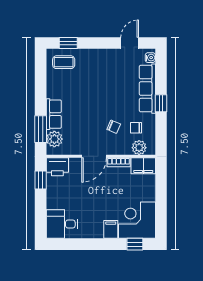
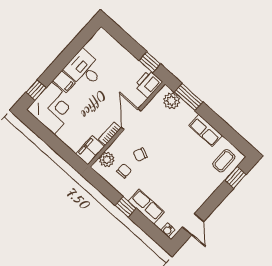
row of seats: (147, 89) -> (146, 206), width x0.68
row of seats: (54, 114) -> (206, 131), moved
desk: (62, 224) -> (84, 69), moved, turned -90

